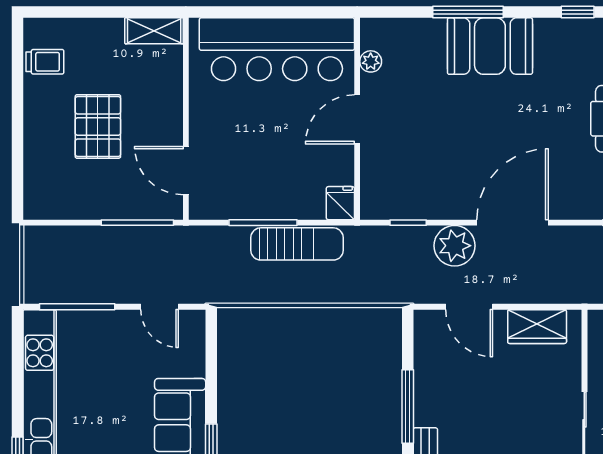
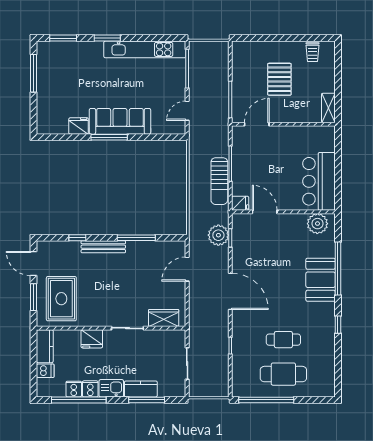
window: (468, 12) -> (338, 269), width x1.46
bar counter: (277, 49) -> (319, 181), width x0.73
plant: (371, 61) -> (317, 224), width x1.88, depth x1.88
door: (357, 119) -> (265, 212), moved
pallet: (98, 126) -> (279, 79), turned 90
plant: (455, 246) -> (218, 235), moved
wardrobe: (537, 327) -> (164, 318), moved, turned 90

